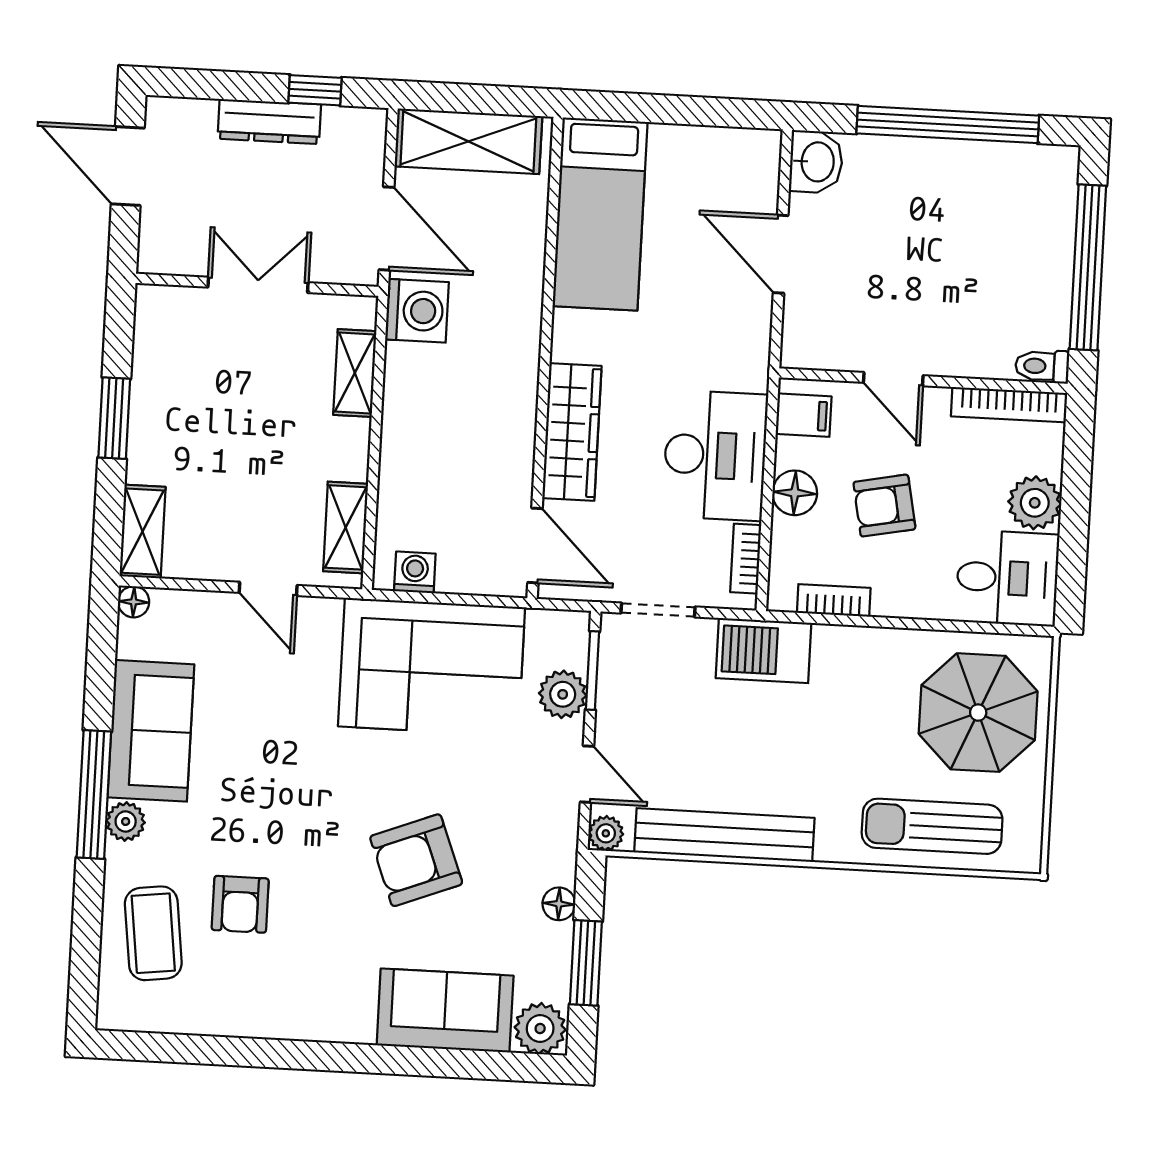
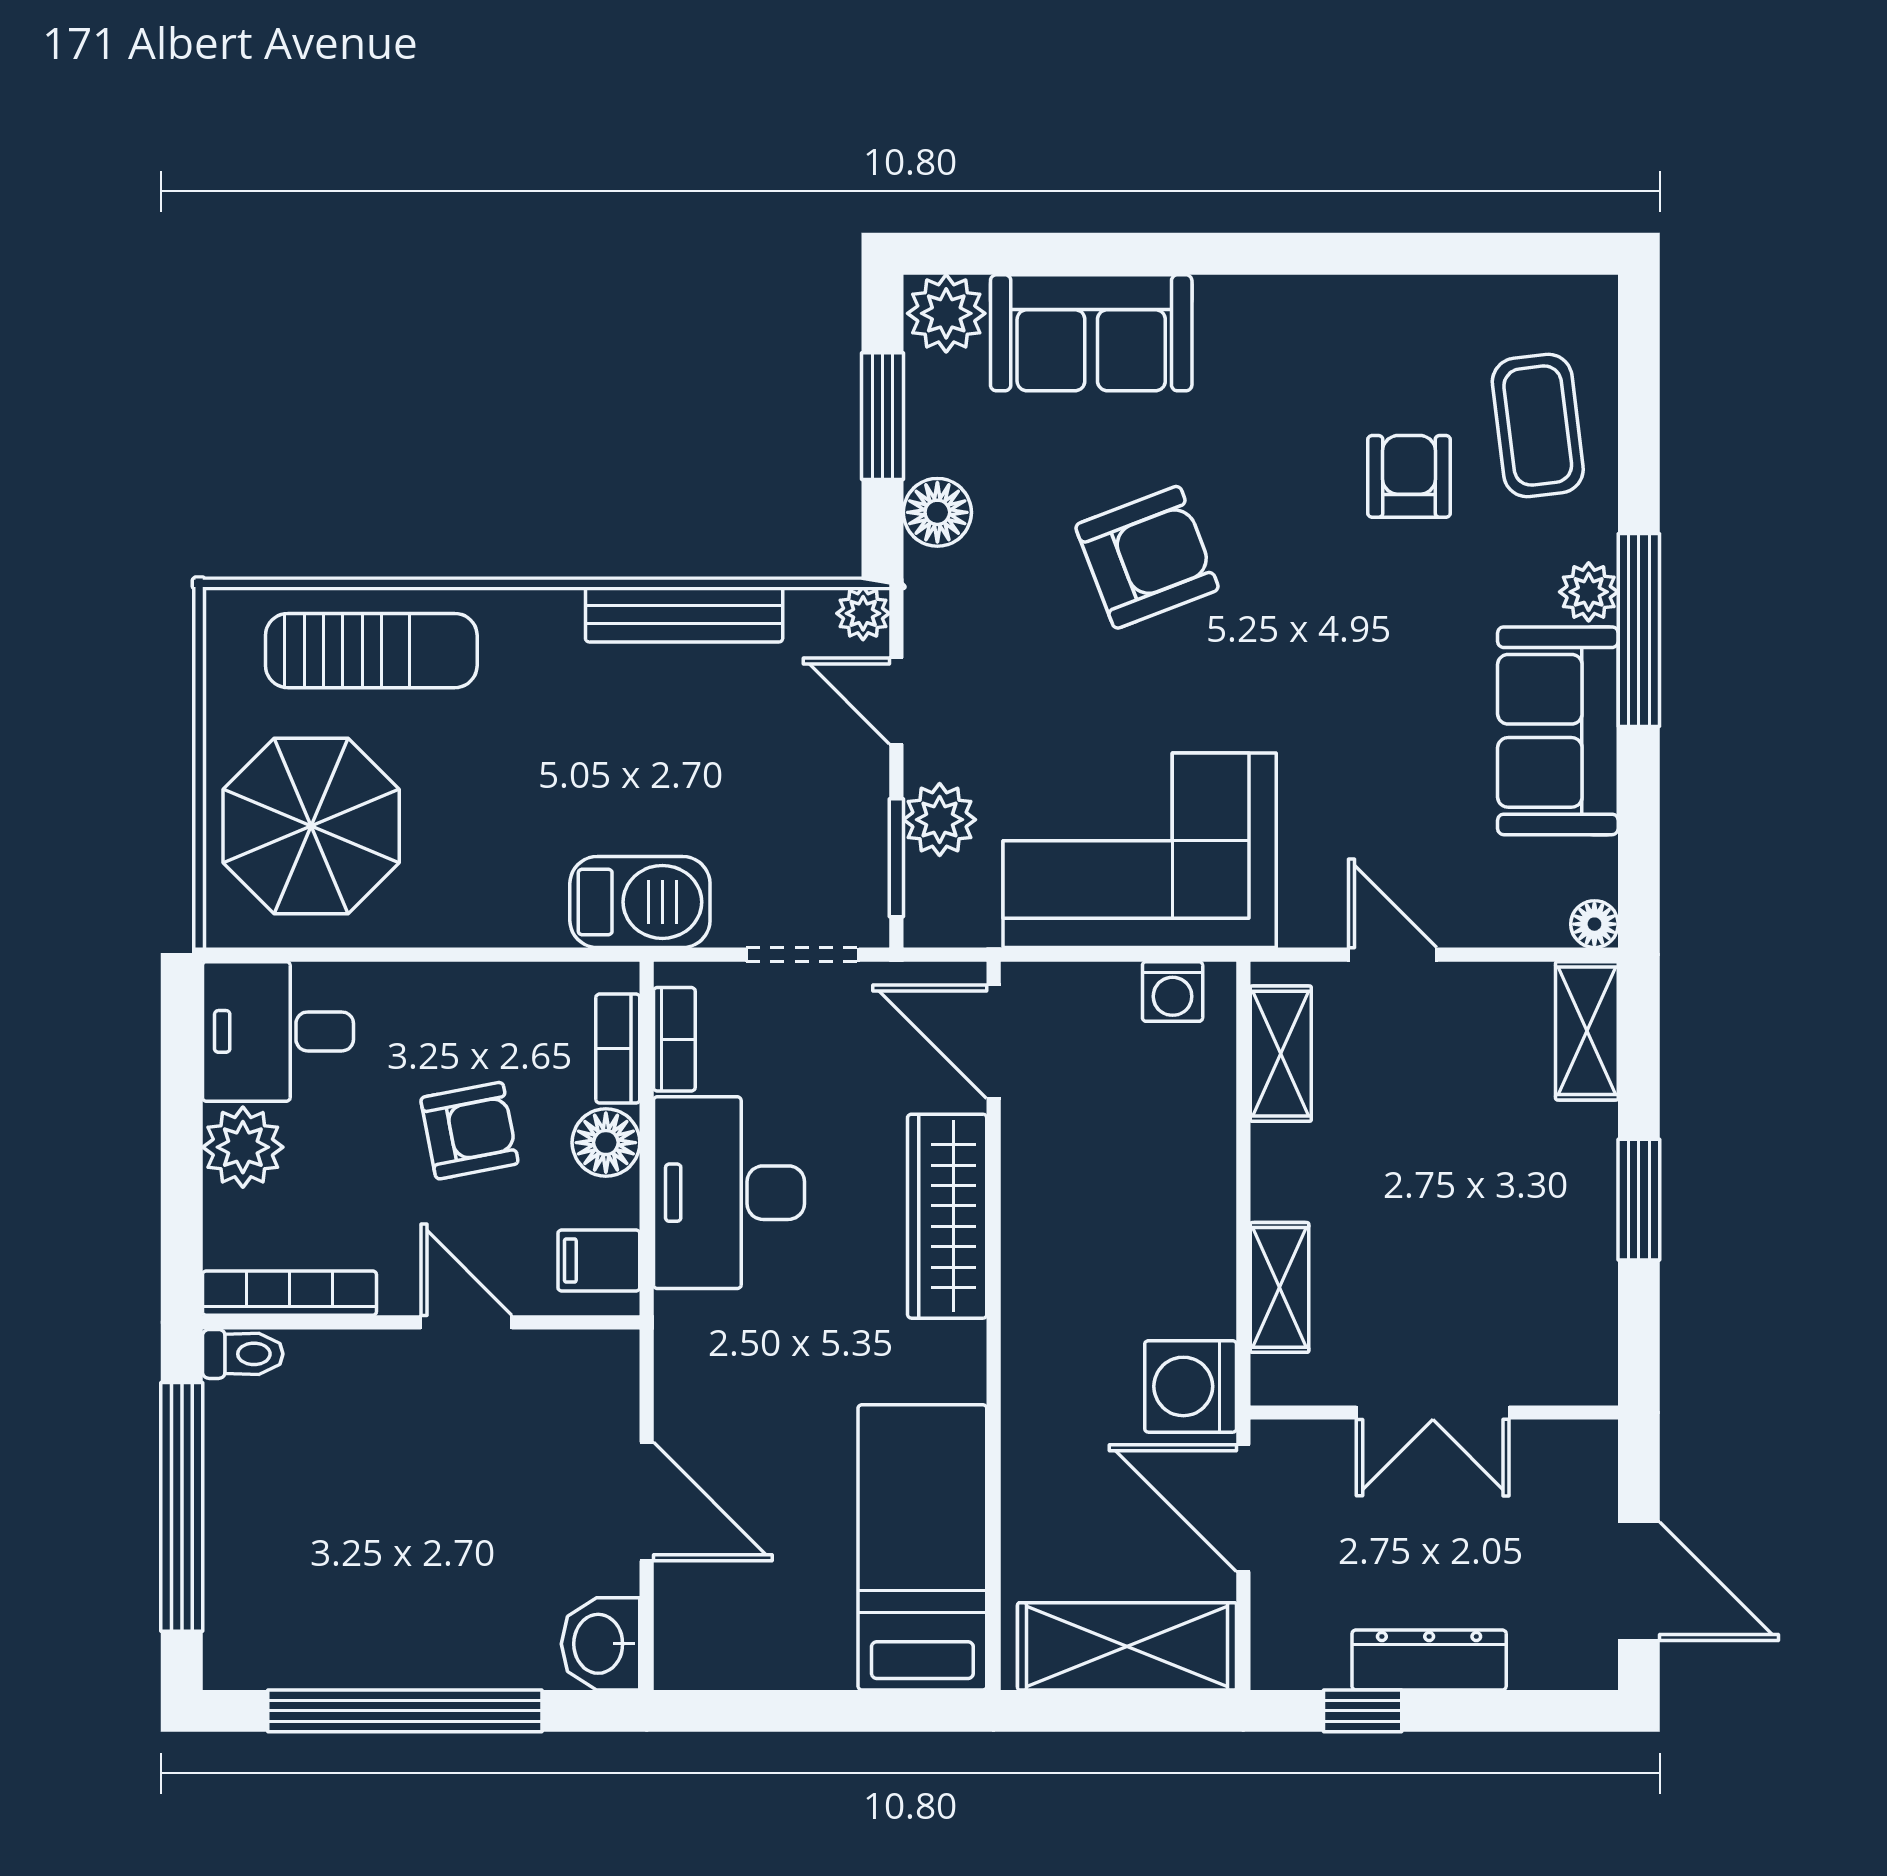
bookcase: (834, 600) -> (618, 1049), moved, turned 90
bench: (724, 835) -> (684, 614), width x0.73, depth x0.82
floor lamp: (559, 904) -> (937, 512), width x1.37, depth x1.37

